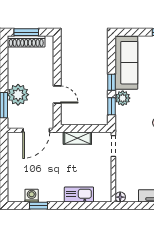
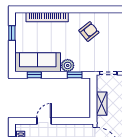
window: (111, 82) -> (34, 75), moved
door: (57, 95) -> (44, 121), moved

